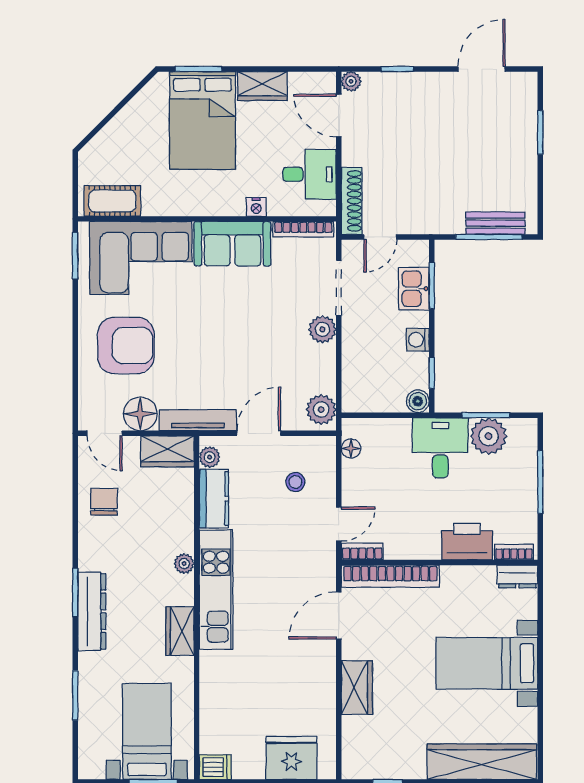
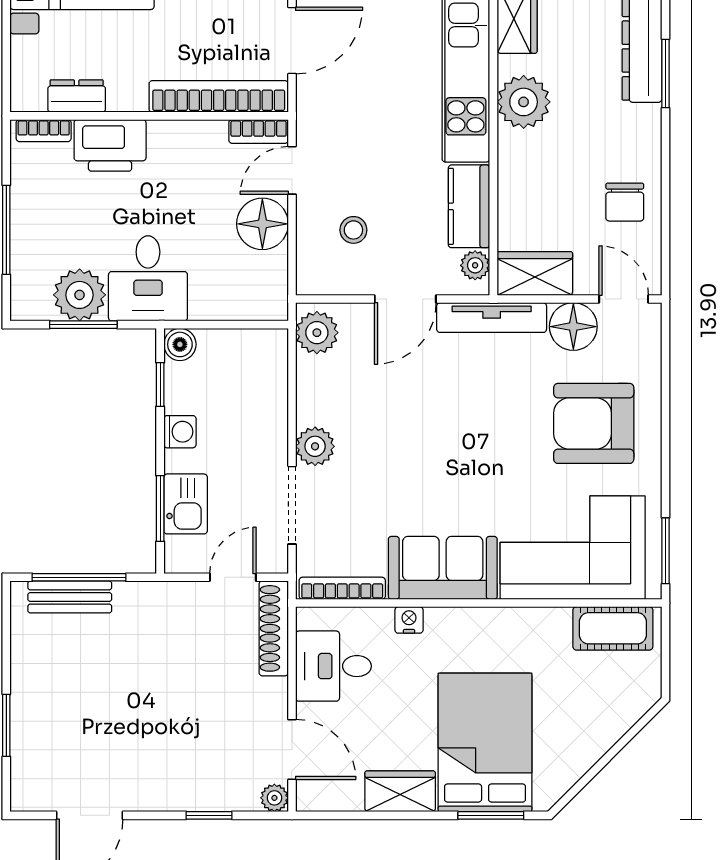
floor lamp: (351, 448) -> (262, 224), moved, width x1.89, depth x1.89
plant: (184, 564) -> (524, 102), width x1.87, depth x1.87
dresser: (517, 576) -> (77, 96), moved

